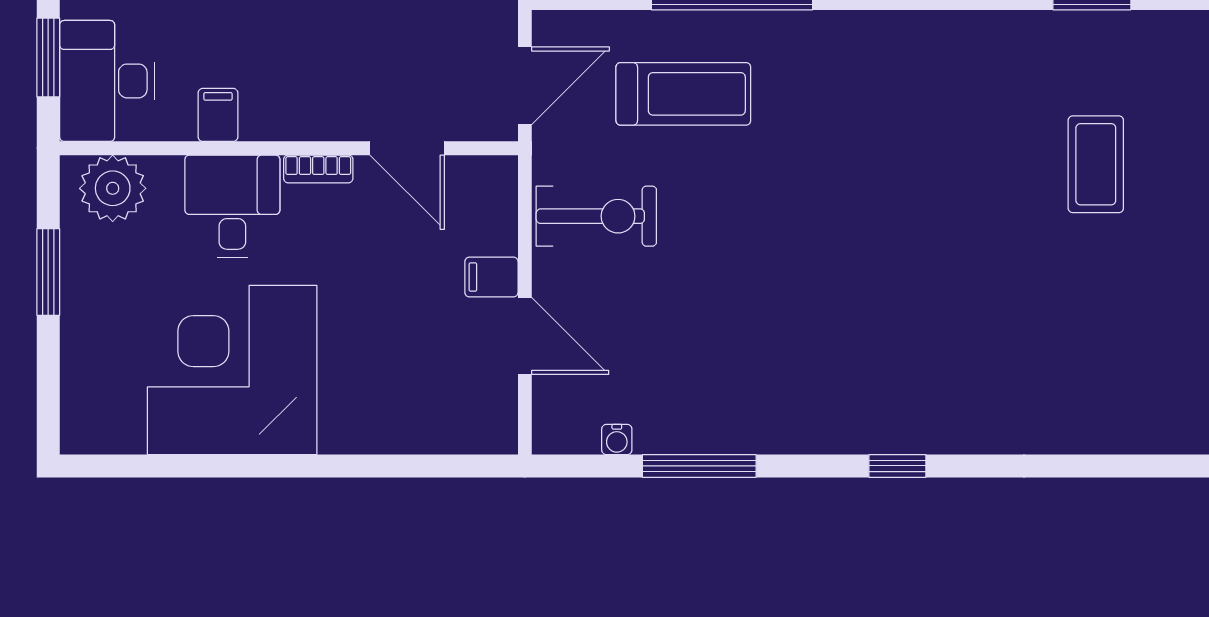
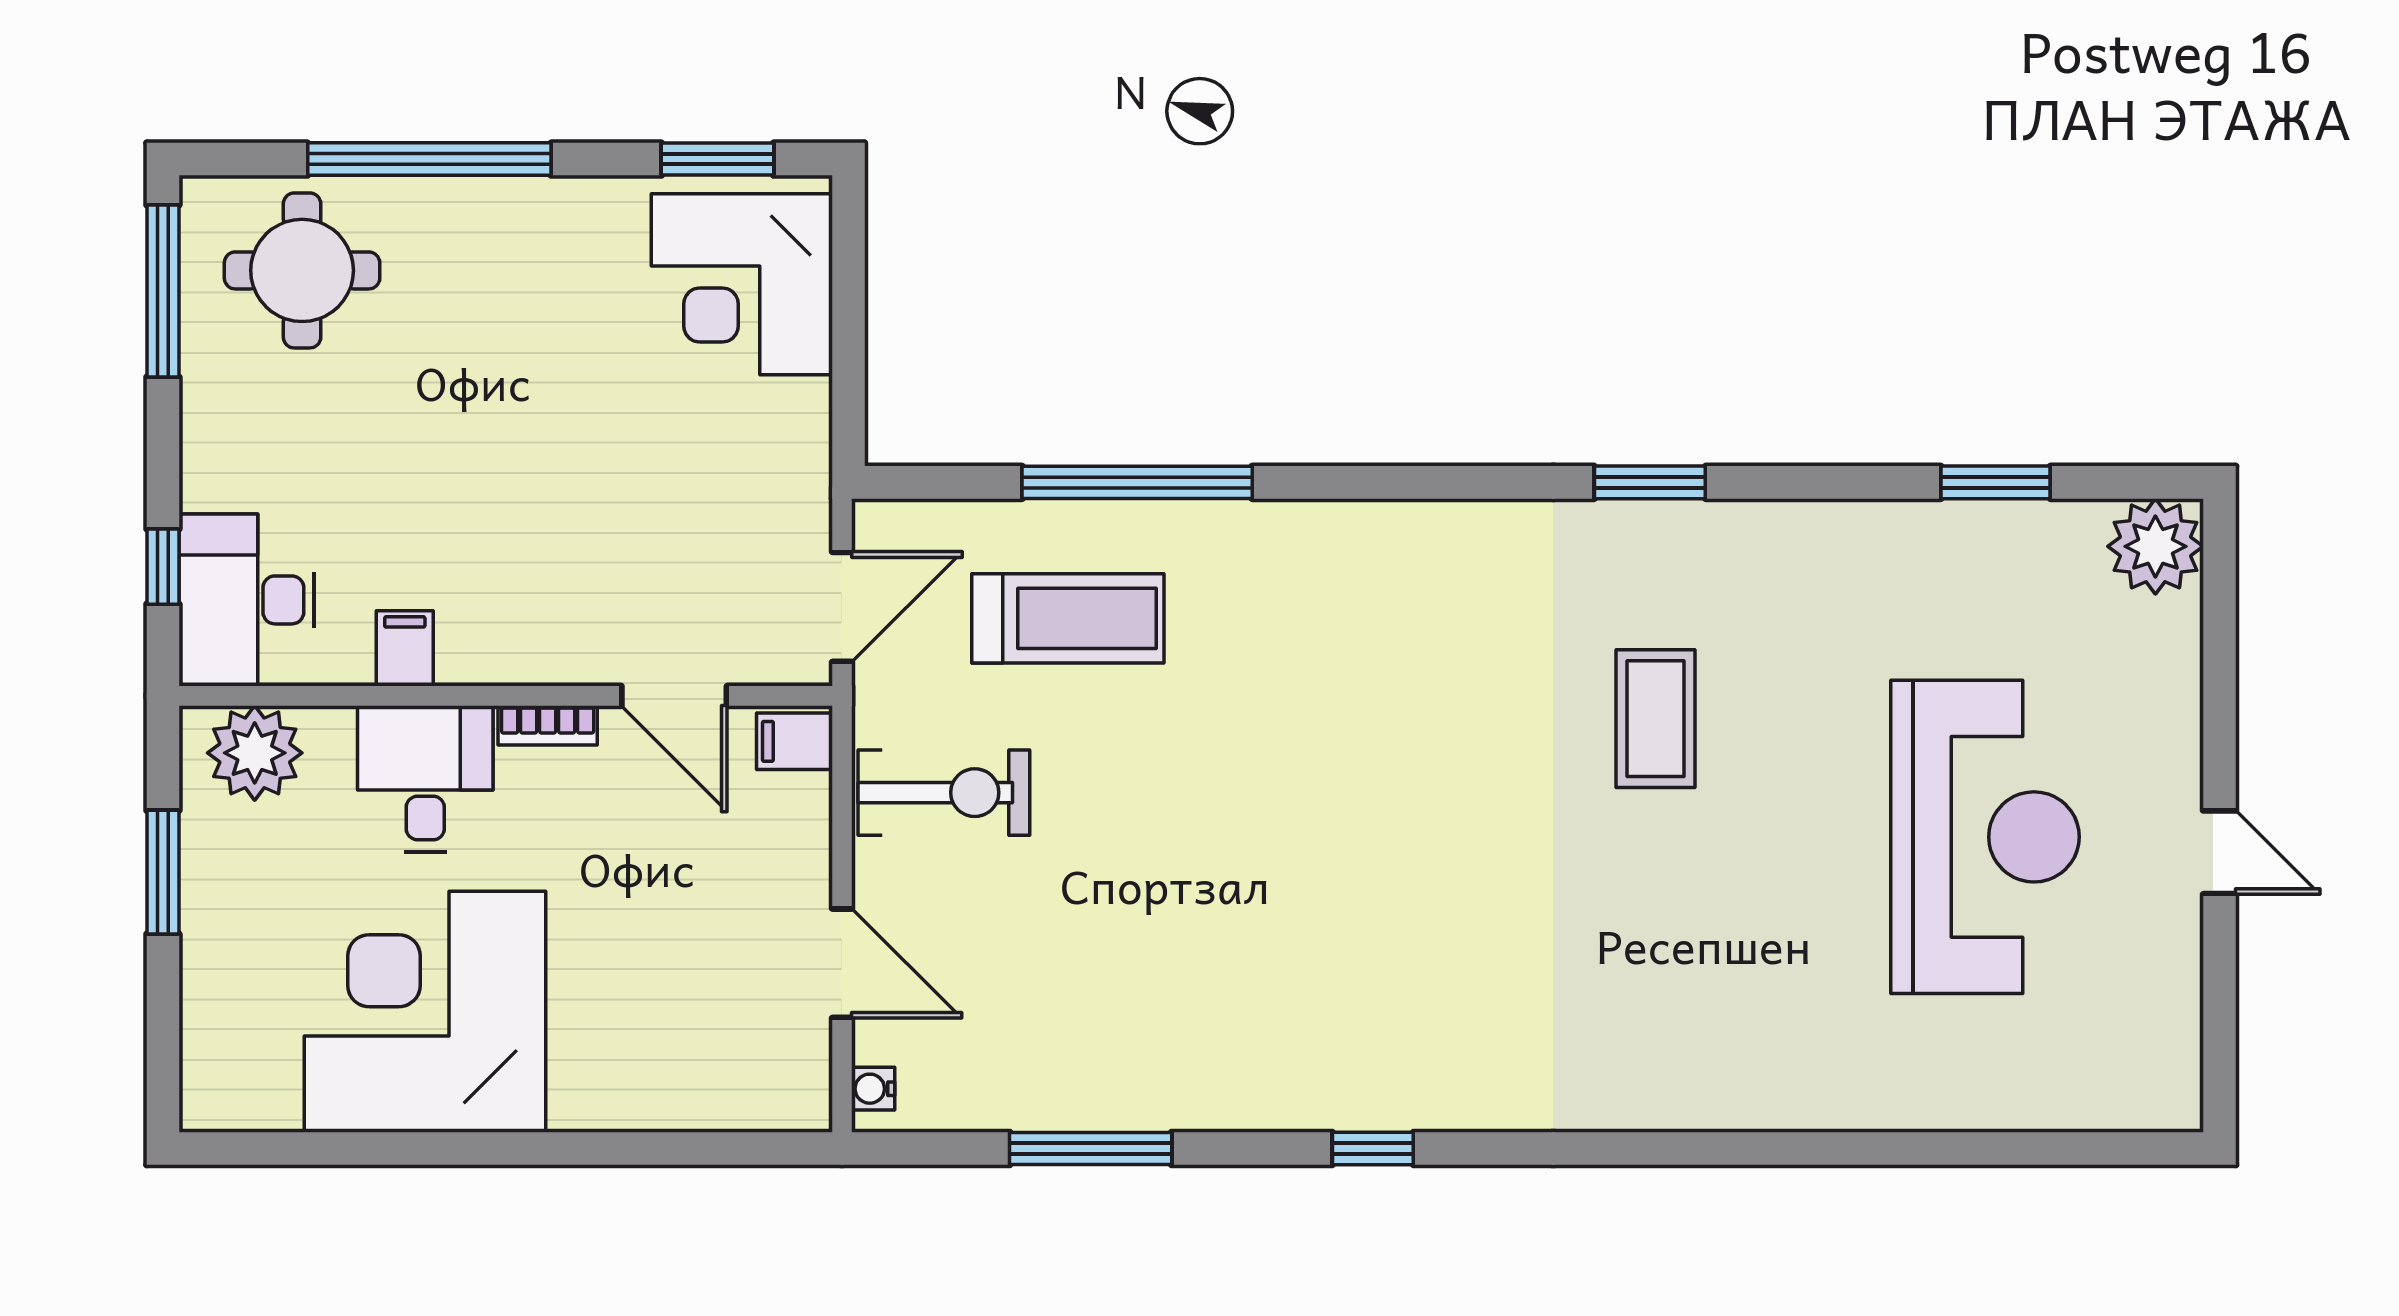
window: (48, 57) -> (163, 567), width x0.67
filing cabinet: (491, 277) -> (794, 741), moved
water cooler: (617, 439) -> (873, 1089), moved, turned 90

